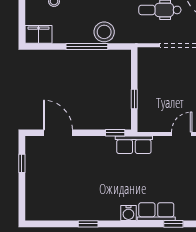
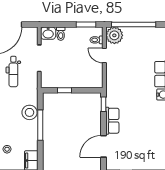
window: (134, 99) -> (64, 90), moved
row of seats: (134, 145) -> (112, 121), moved

